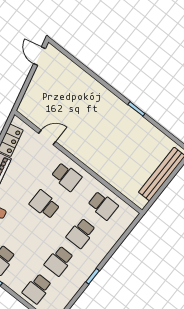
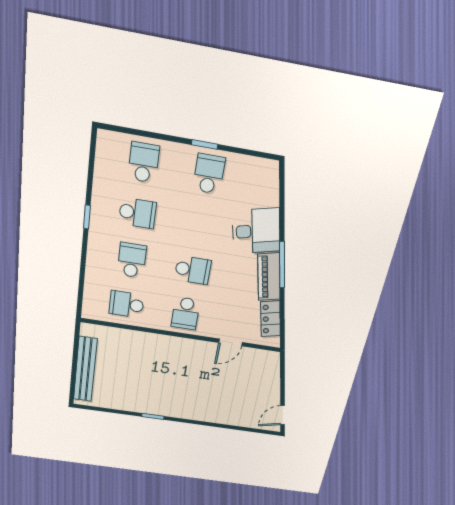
door: (39, 56) -> (282, 415), swing flipped
school desk: (66, 177) -> (186, 313), turned -90
school desk: (59, 261) -> (138, 213), turned 90

